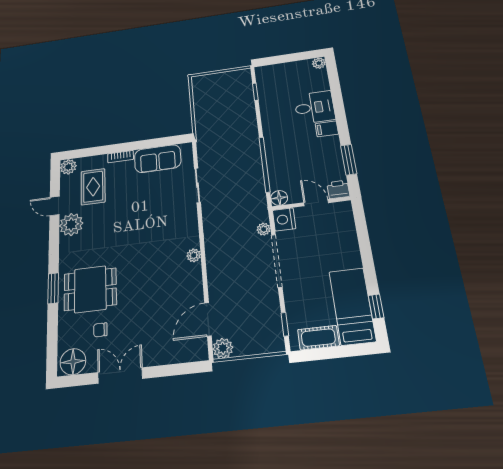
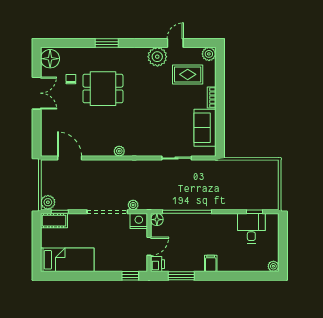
desk: (315, 107) -> (251, 228), moved, turned 180
dining table: (90, 289) -> (103, 89), moved, turned 90
window: (376, 306) -> (130, 276), moved
cot: (318, 338) -> (54, 221), moved, turned 90
plant: (223, 348) -> (48, 202), moved

